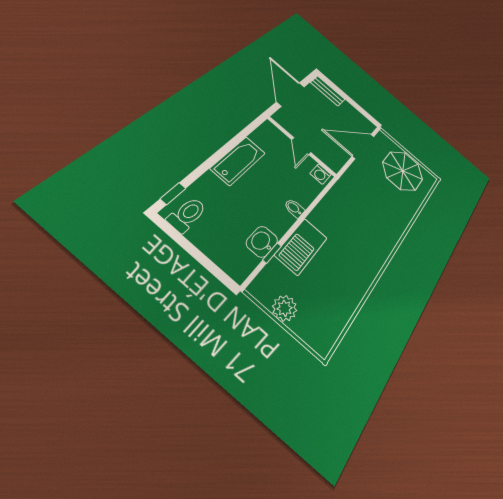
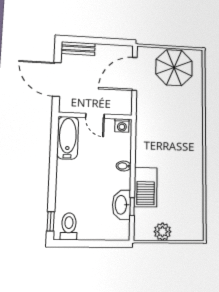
bathtub: (238, 161) -> (68, 138), moved
washbasin: (262, 242) -> (121, 205), width x1.38

